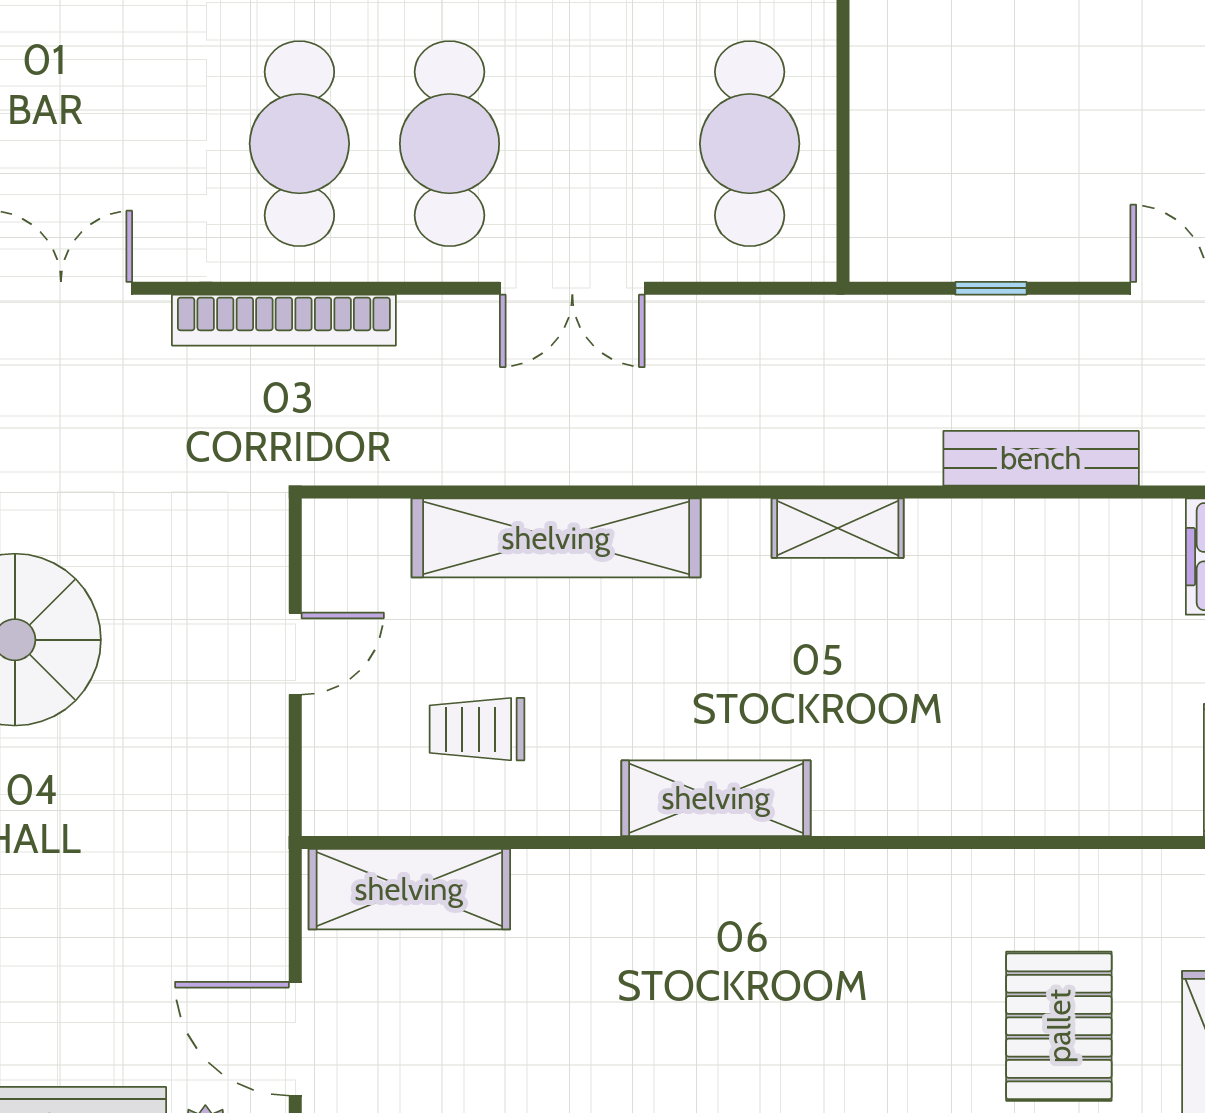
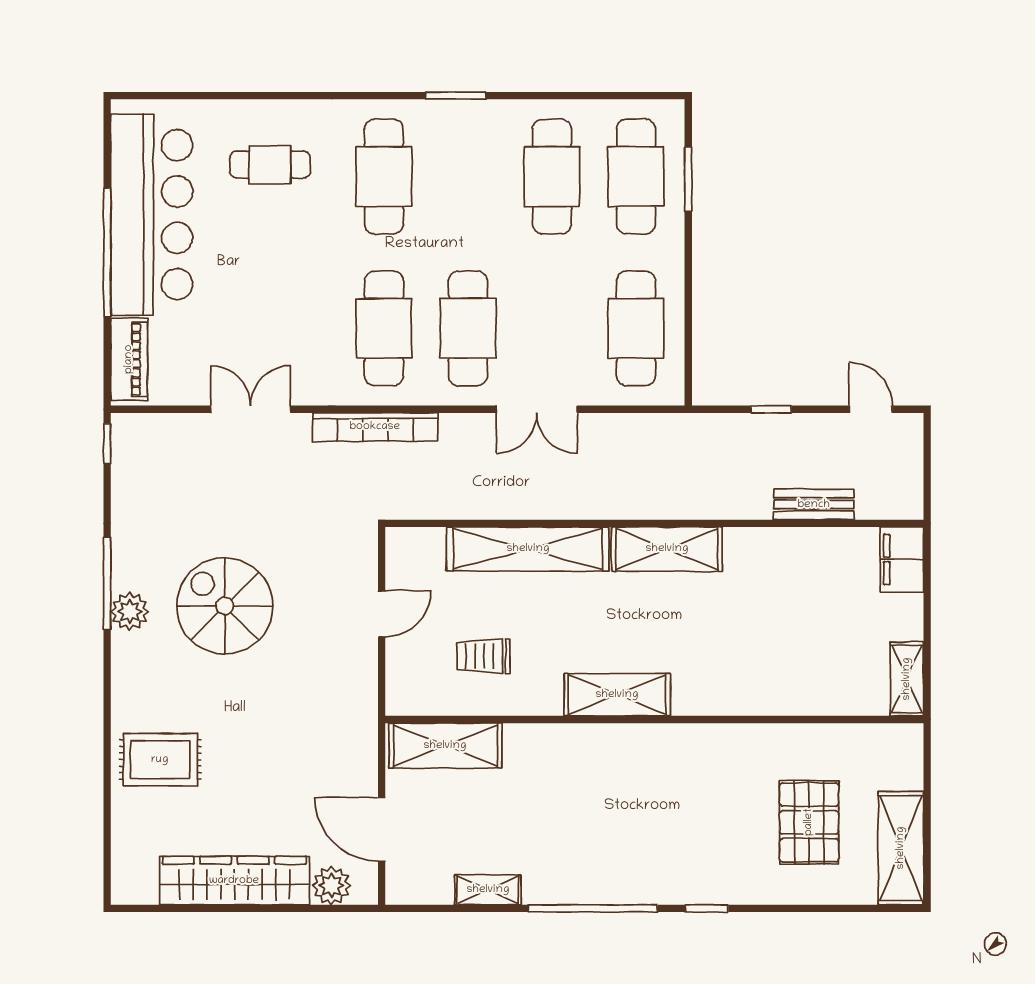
bench: (1041, 458) -> (814, 505), width x0.73
shelving: (838, 528) -> (667, 549), width x1.50, depth x1.33

